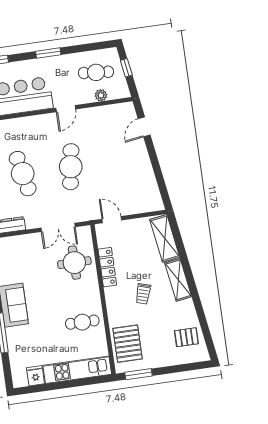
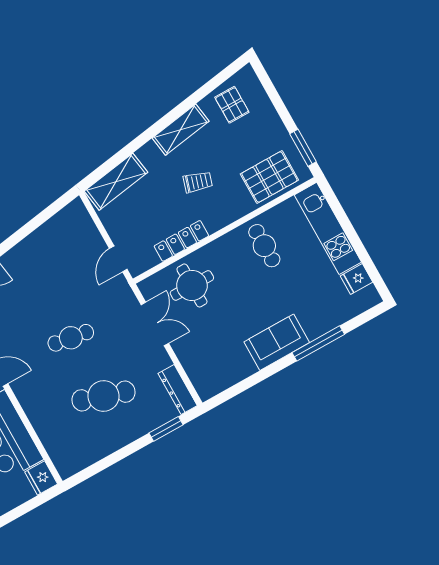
cafe table: (71, 167) -> (71, 338), width x0.73, depth x0.74
cafe table: (23, 174) -> (103, 396), turned 30
shelving: (178, 280) -> (181, 130), moved

